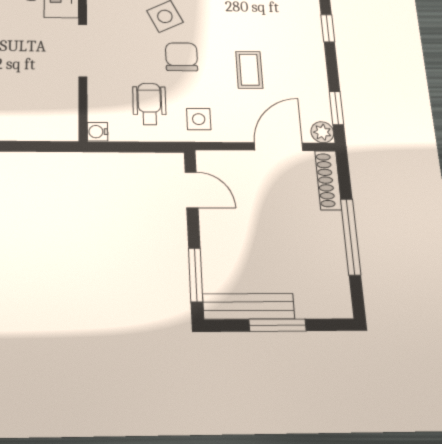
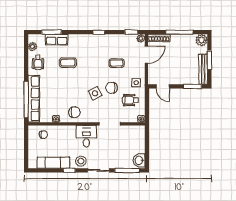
door: (279, 147) -> (146, 55), swing flipped
door: (191, 190) -> (163, 86), swing flipped
plant: (334, 301) -> (201, 40), added

